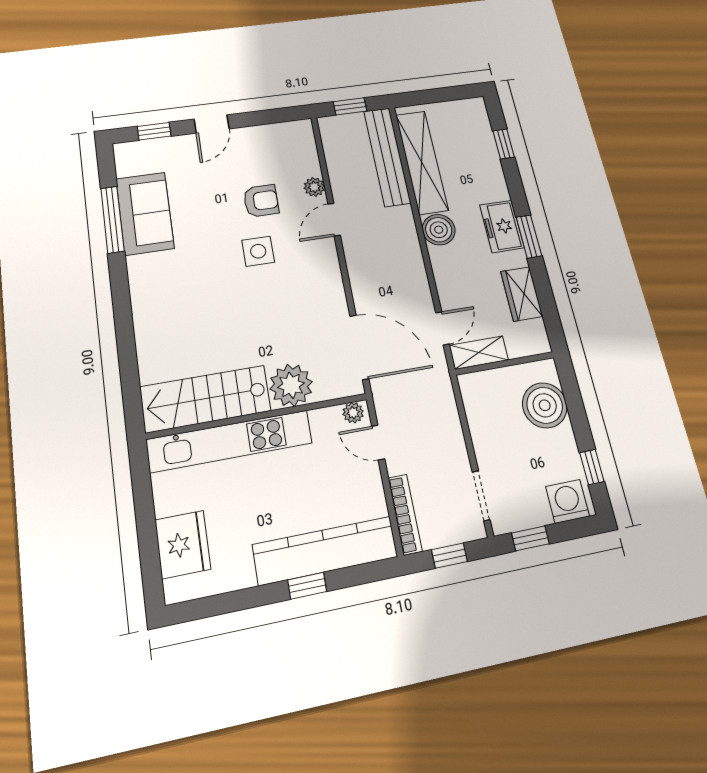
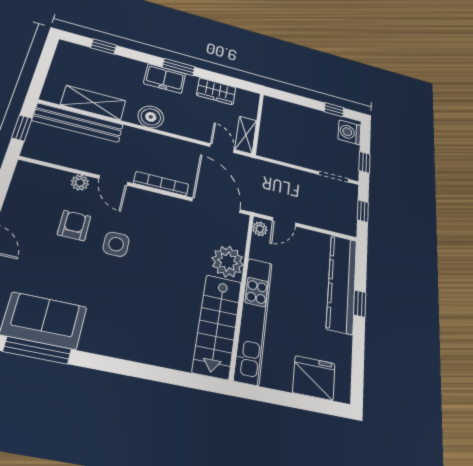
shelving: (422, 162) -> (93, 103), width x0.68
door: (359, 347) -> (216, 205), hinge flipped
boiler: (545, 405) -> (291, 115), removed
bookcase: (405, 514) -> (161, 184), moved

